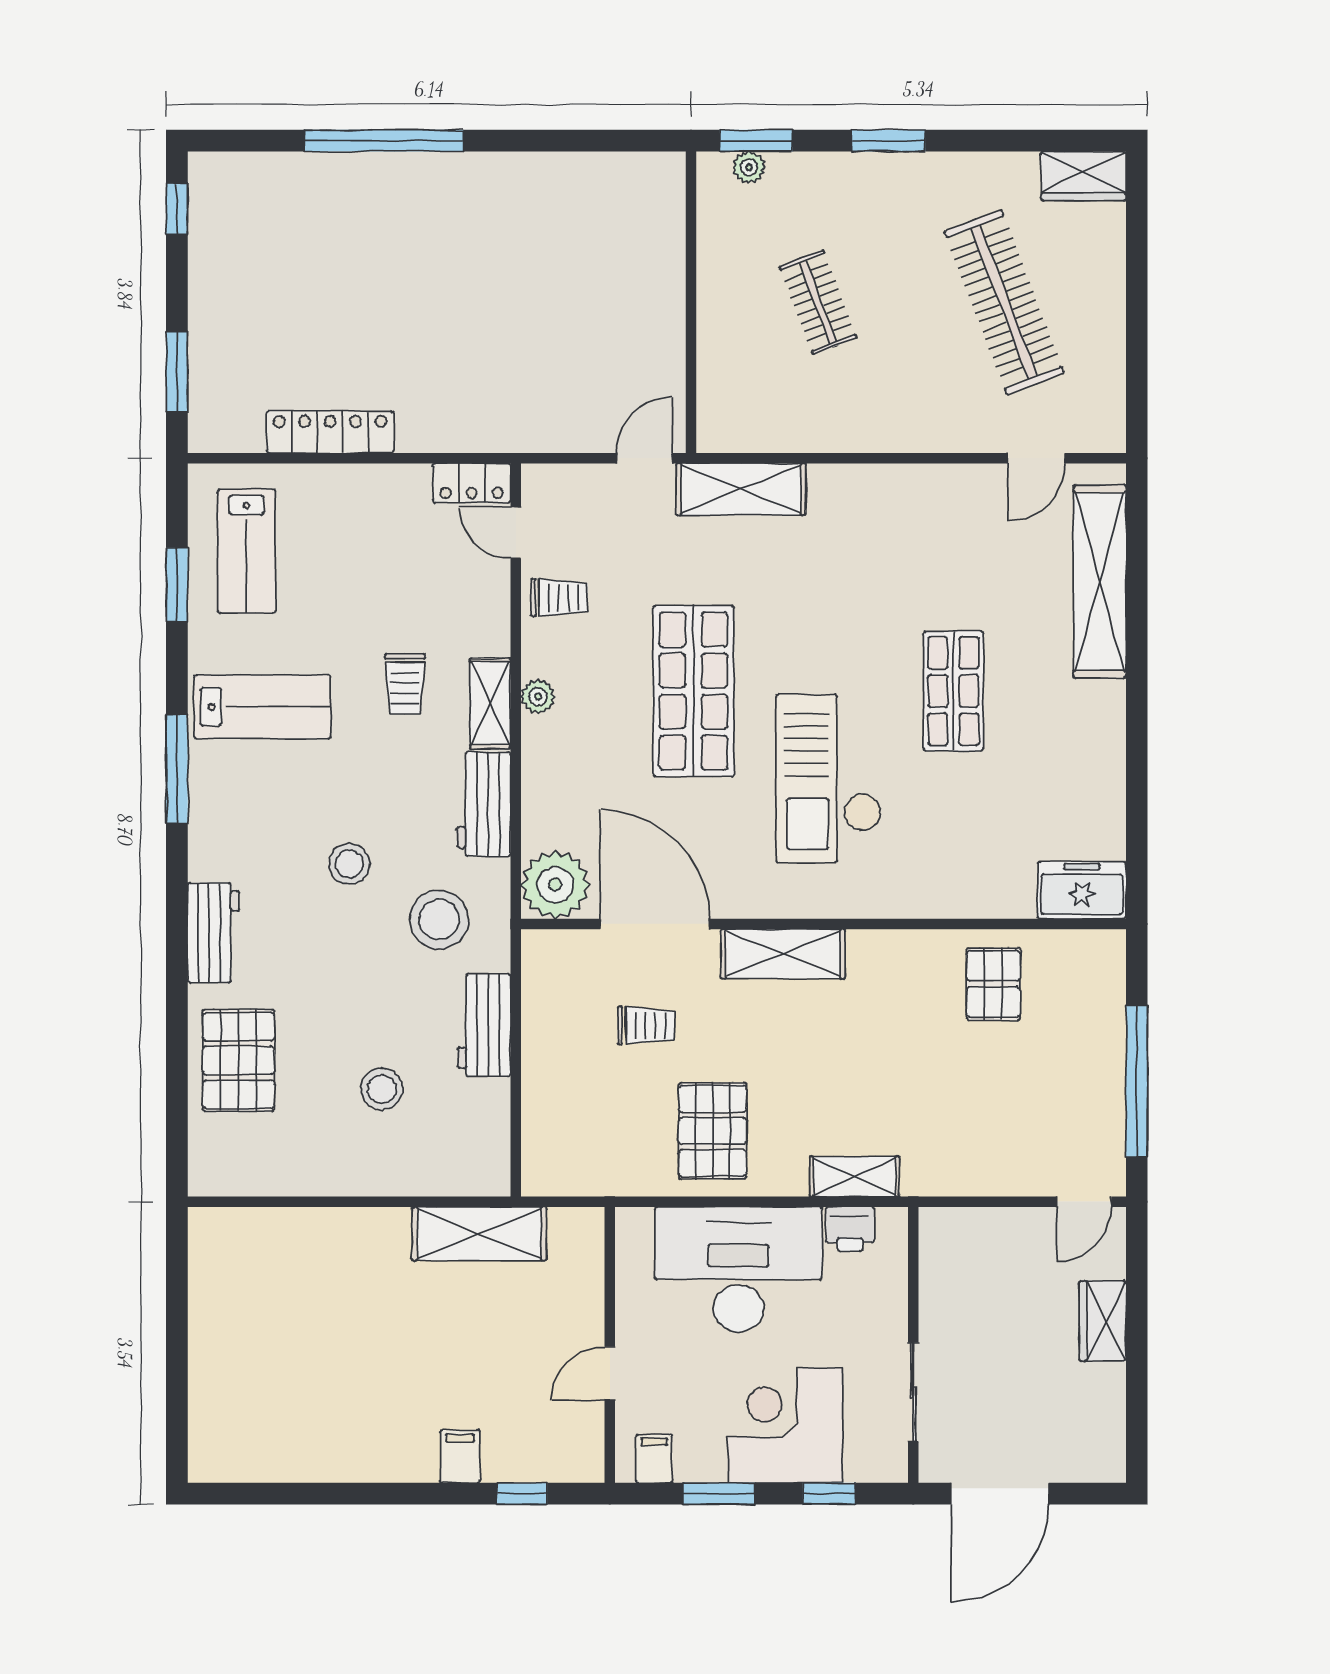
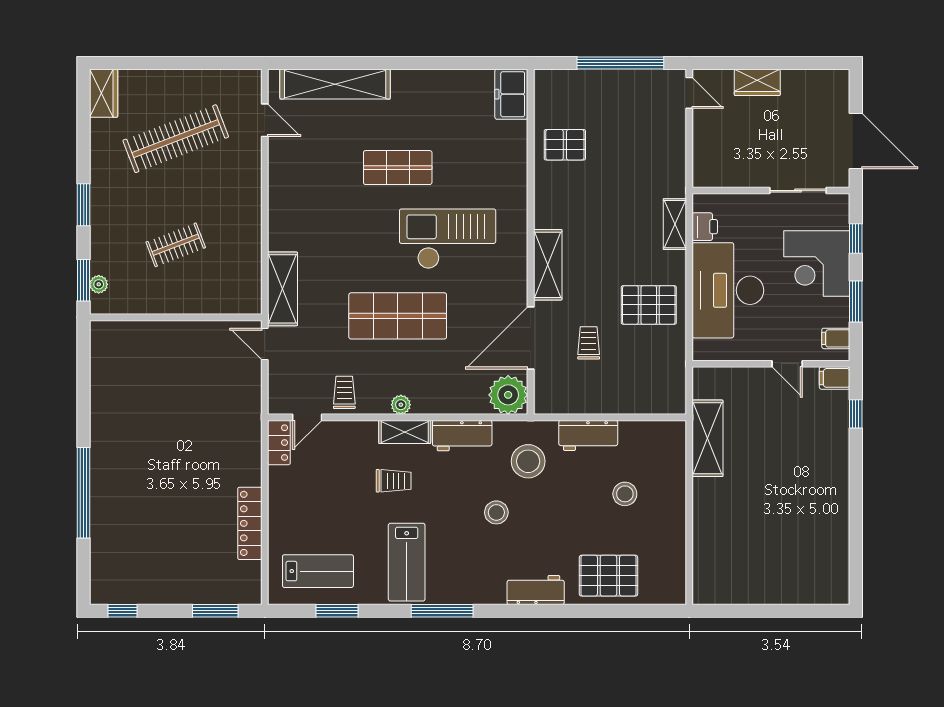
lab bench: (262, 707) -> (407, 562), turned 180
checkout: (829, 778) -> (448, 239), turned 180
filing cabinet: (460, 1456) -> (835, 378), moved

